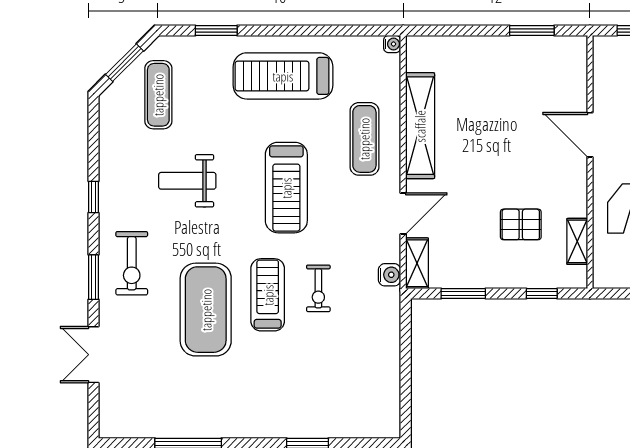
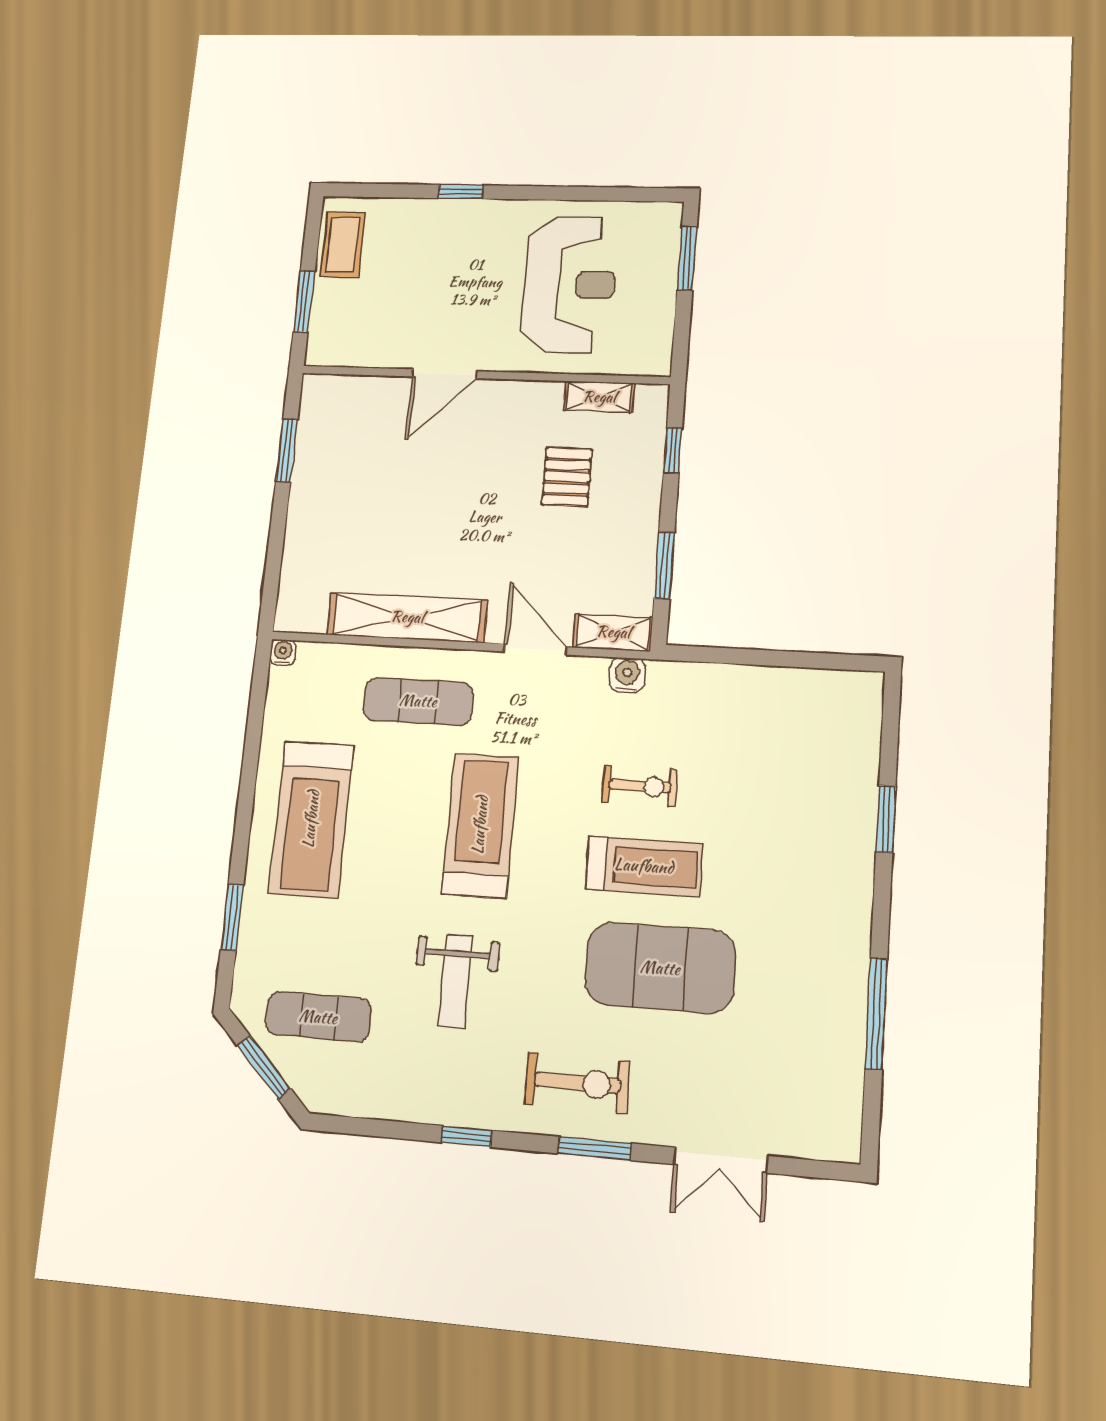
treadmill: (286, 188) -> (480, 825), turned -90
treadmill: (268, 295) -> (644, 866), turned 180

